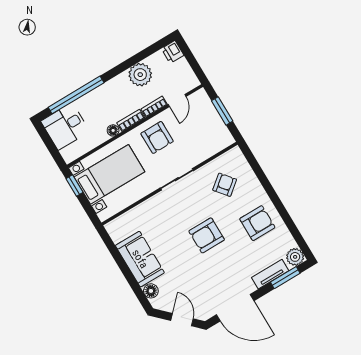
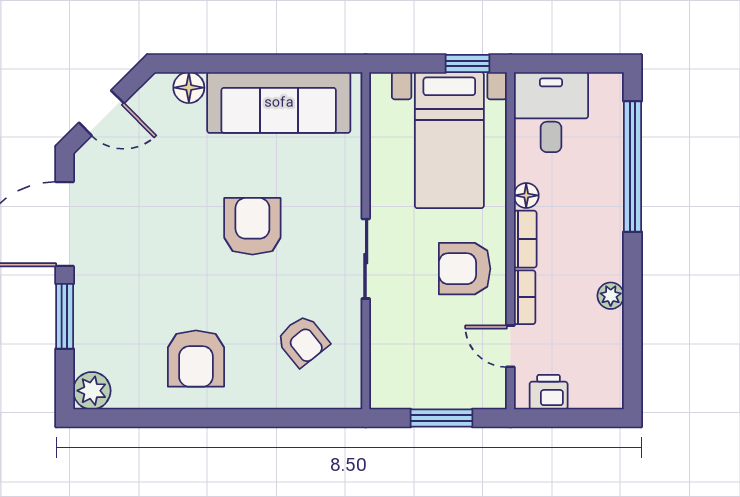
printer: (173, 52) -> (549, 392), moved
plant: (140, 75) -> (611, 296), width x0.53, depth x0.53
desk: (65, 126) -> (551, 112), moved
armchair: (207, 235) -> (252, 226), moved
sofa: (140, 259) -> (279, 102), width x1.36
tv unit: (270, 274) -> (88, 326), removed
window: (285, 278) -> (65, 316), moved

